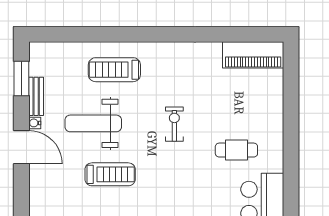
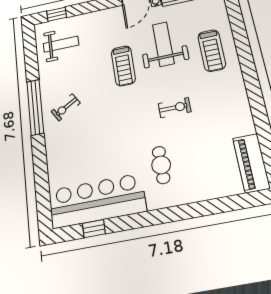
treadmill: (114, 70) -> (212, 50), turned 180

